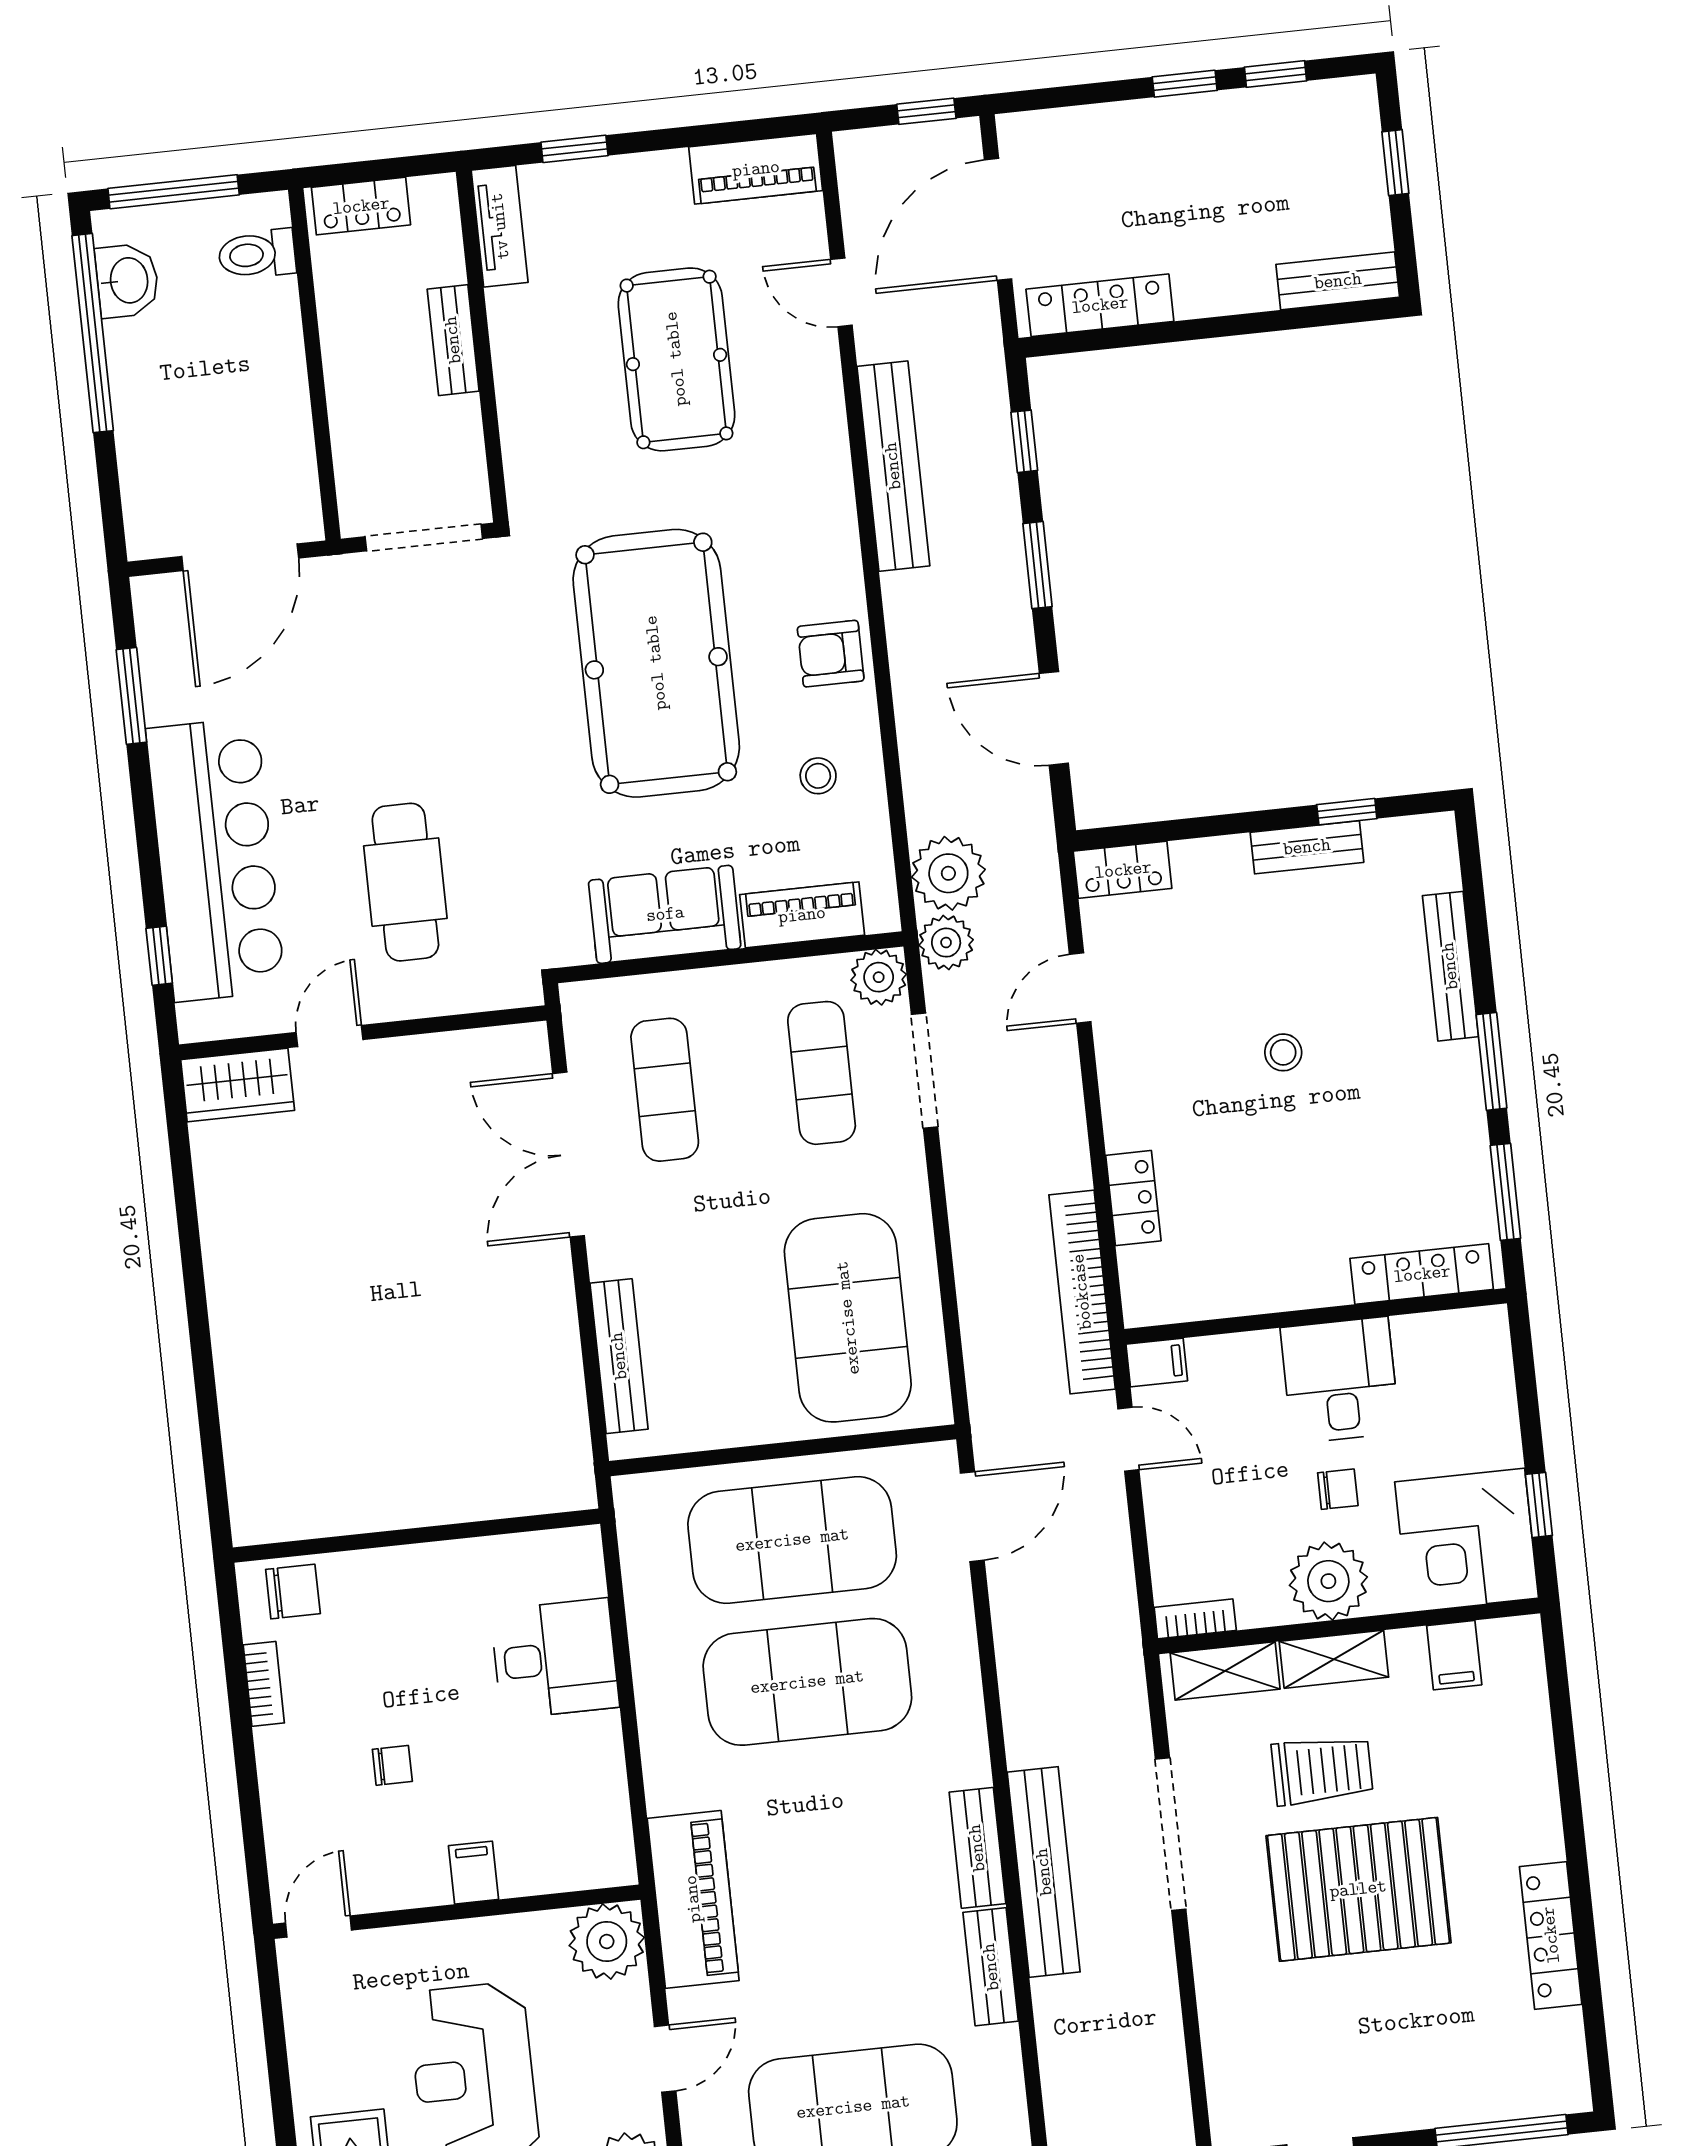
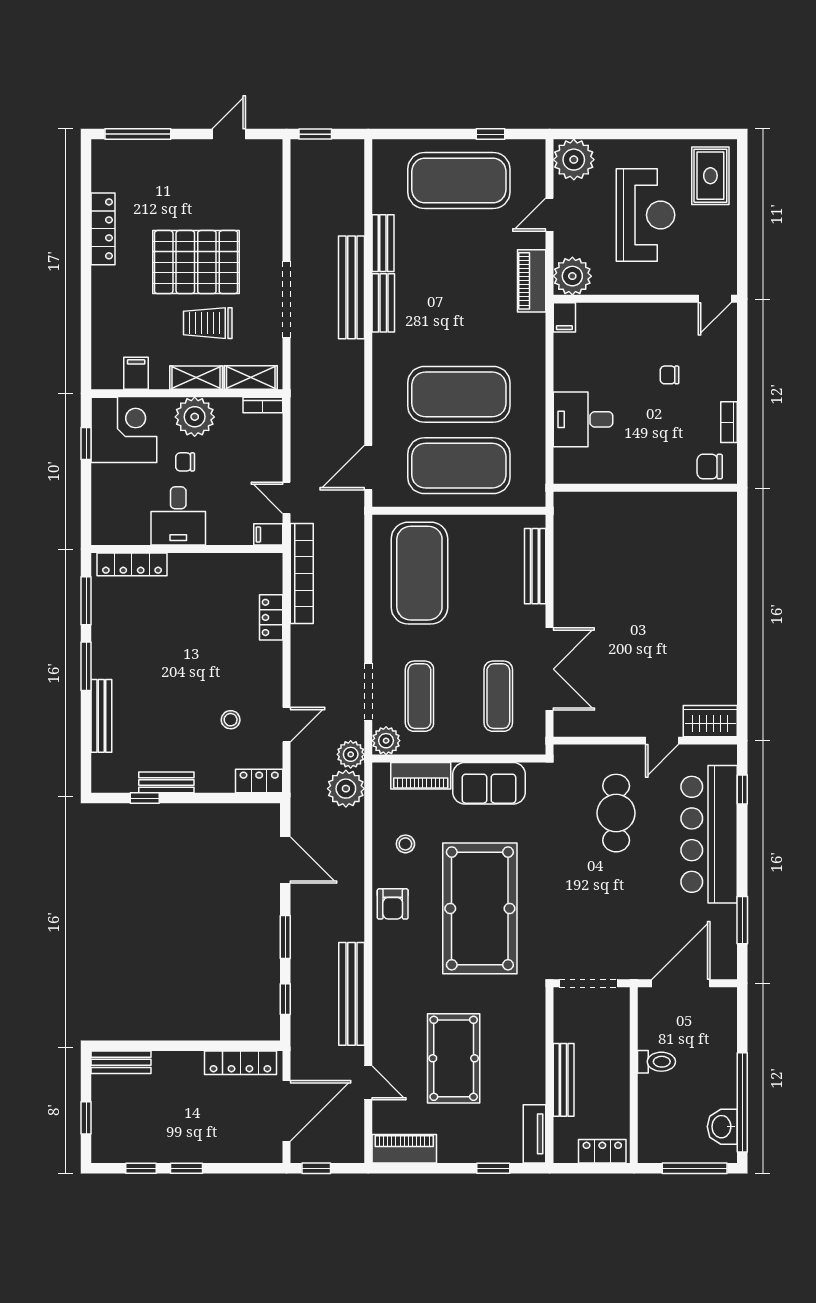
toilet: (257, 254) -> (656, 1062), moved
bench: (453, 340) -> (564, 1080), width x1.36
armchair: (831, 654) -> (393, 904), turned 90
stool: (1283, 1052) -> (231, 720), moved
filing cabinet: (474, 1873) -> (564, 317), moved
piano: (693, 1899) -> (532, 281), width x0.73, depth x0.75

